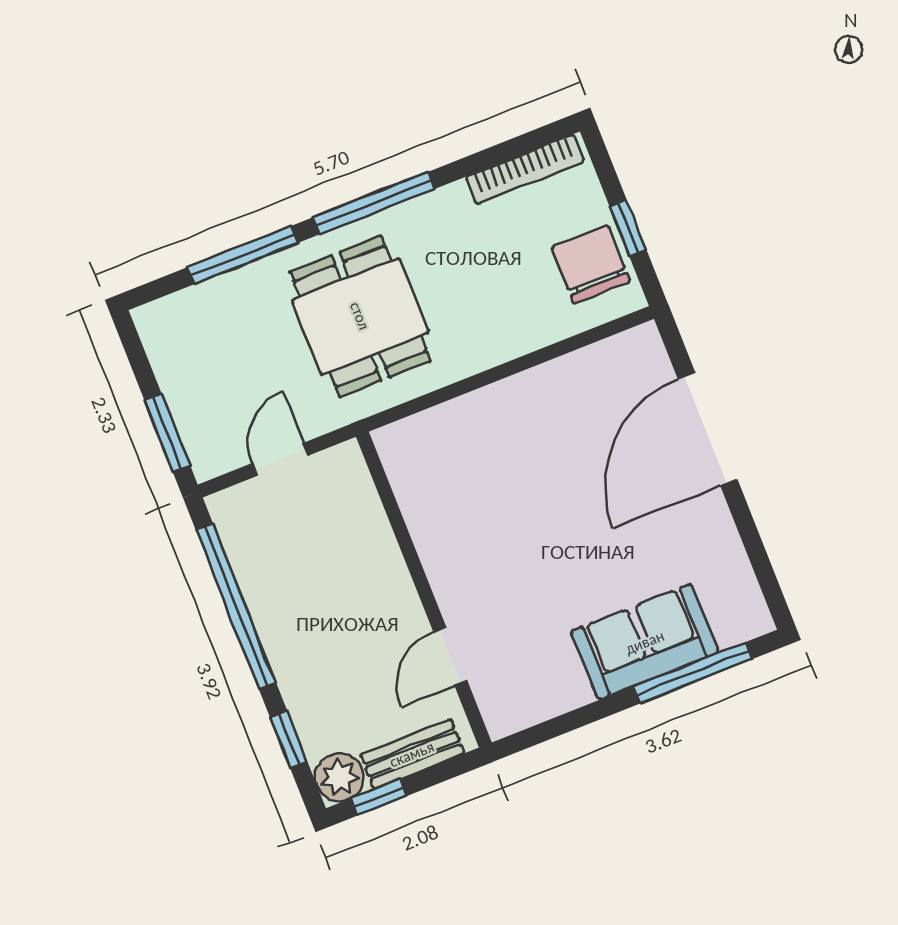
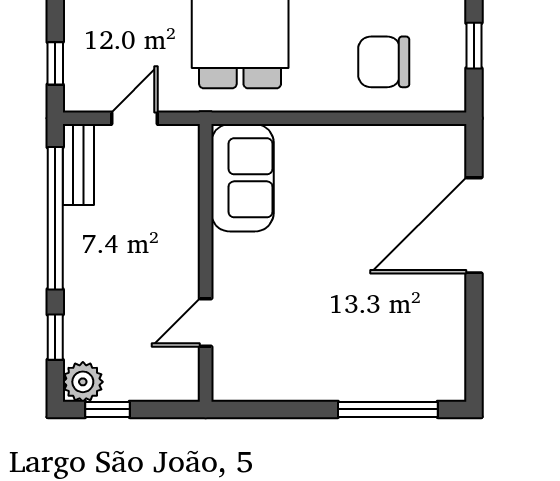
chair: (591, 265) -> (384, 62), moved, turned -90
window: (167, 433) -> (55, 63), width x0.67
sofa: (645, 642) -> (242, 178), moved, turned 90
bench: (412, 754) -> (78, 164), moved, turned 90

